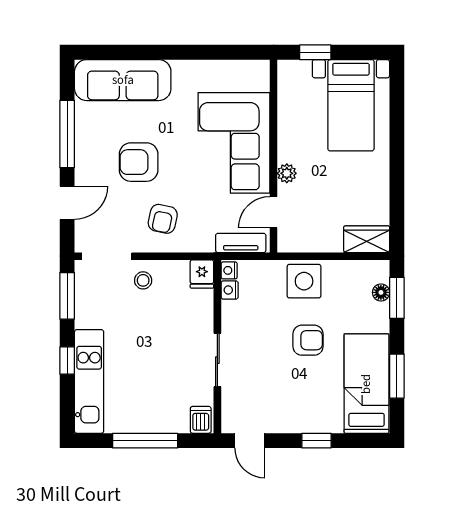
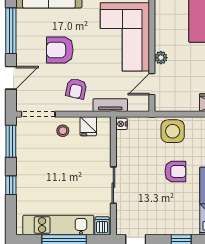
tv unit: (241, 243) -> (110, 105), moved
fridge: (202, 274) -> (88, 126), moved
nightstand: (230, 290) -> (122, 137), removed
kitchen unit: (89, 381) -> (58, 225), moved, turned -90

